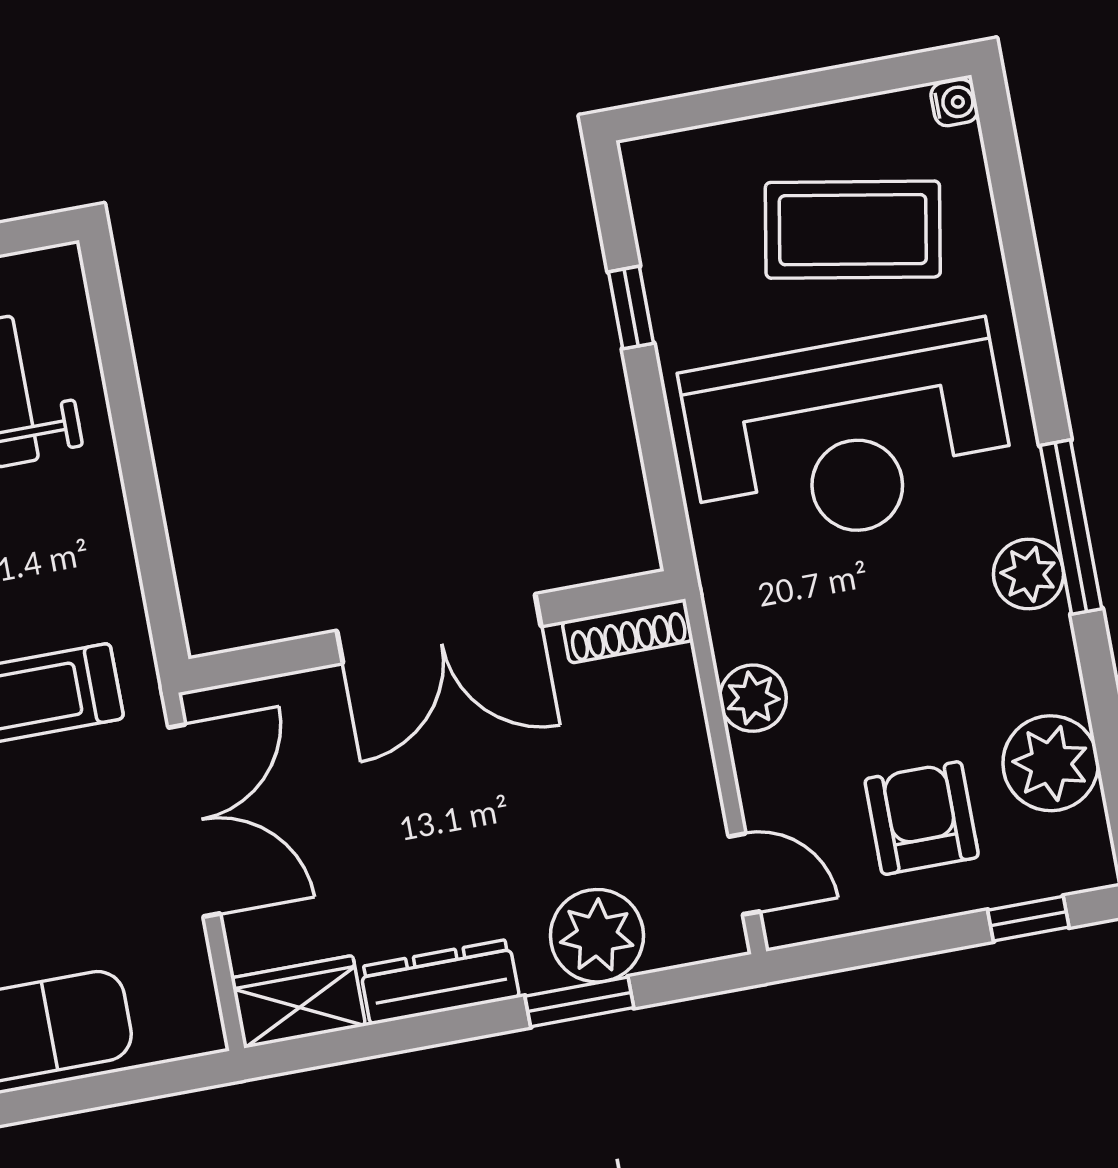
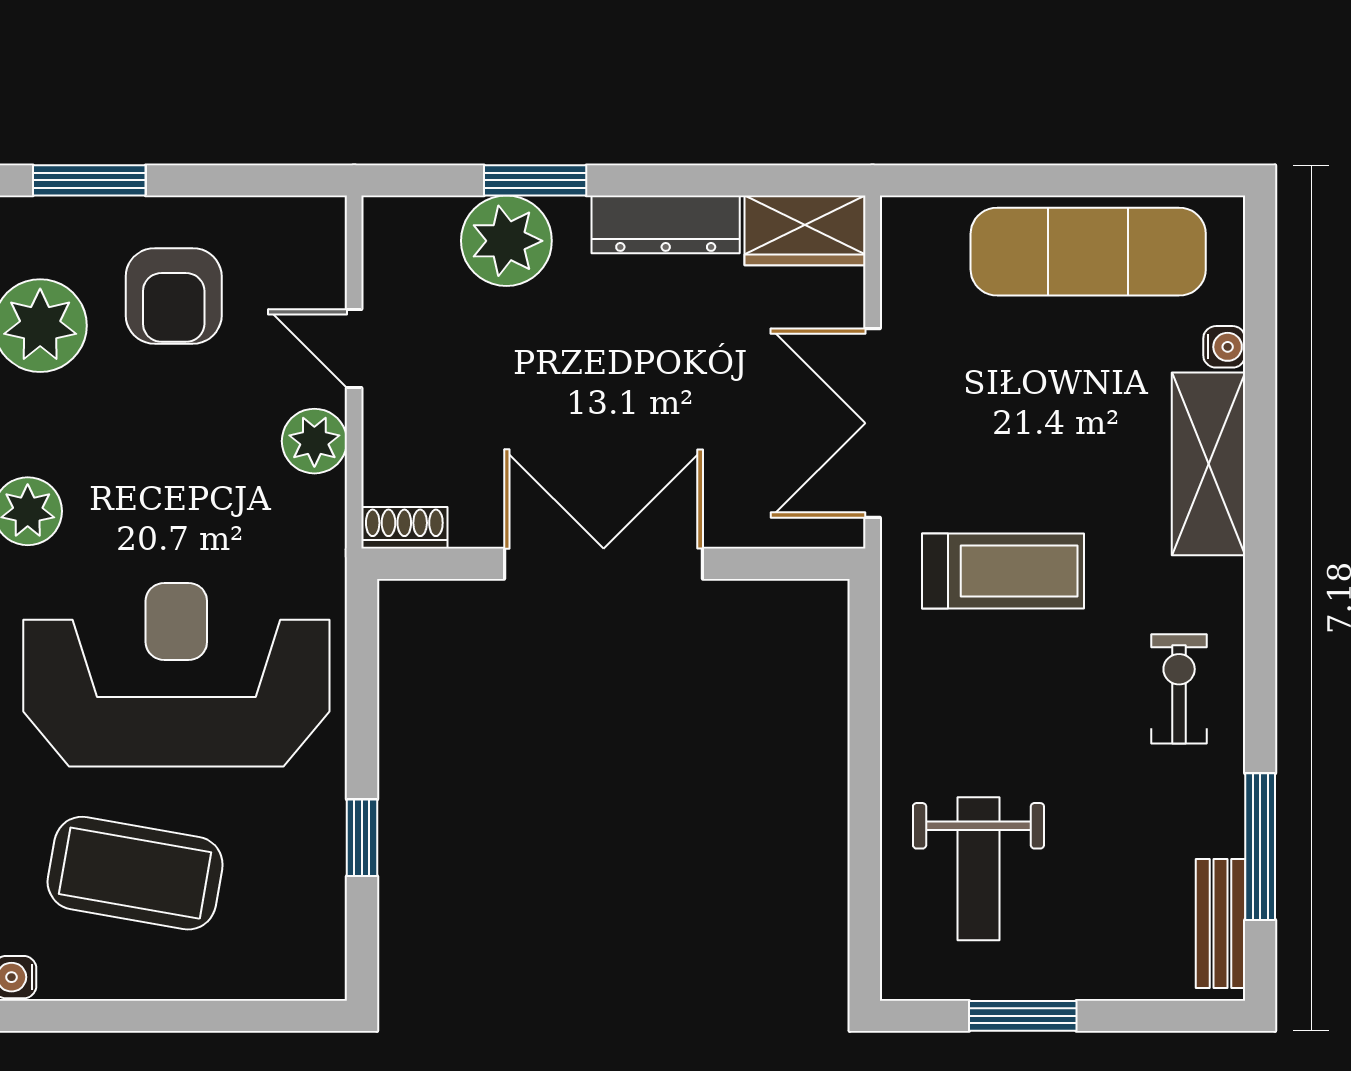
shoe rack: (628, 631) -> (404, 528), width x0.70
door: (744, 874) -> (354, 348), moved
window: (1028, 919) -> (89, 180), width x1.50

